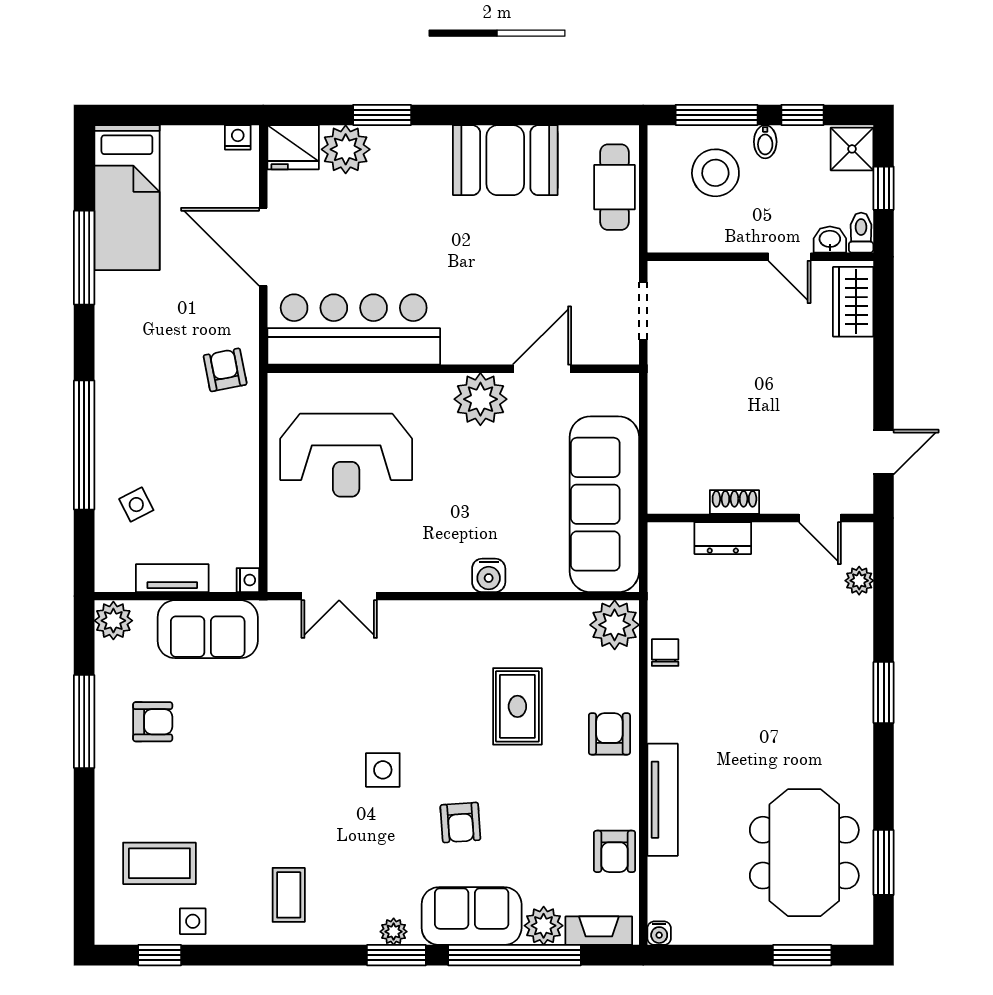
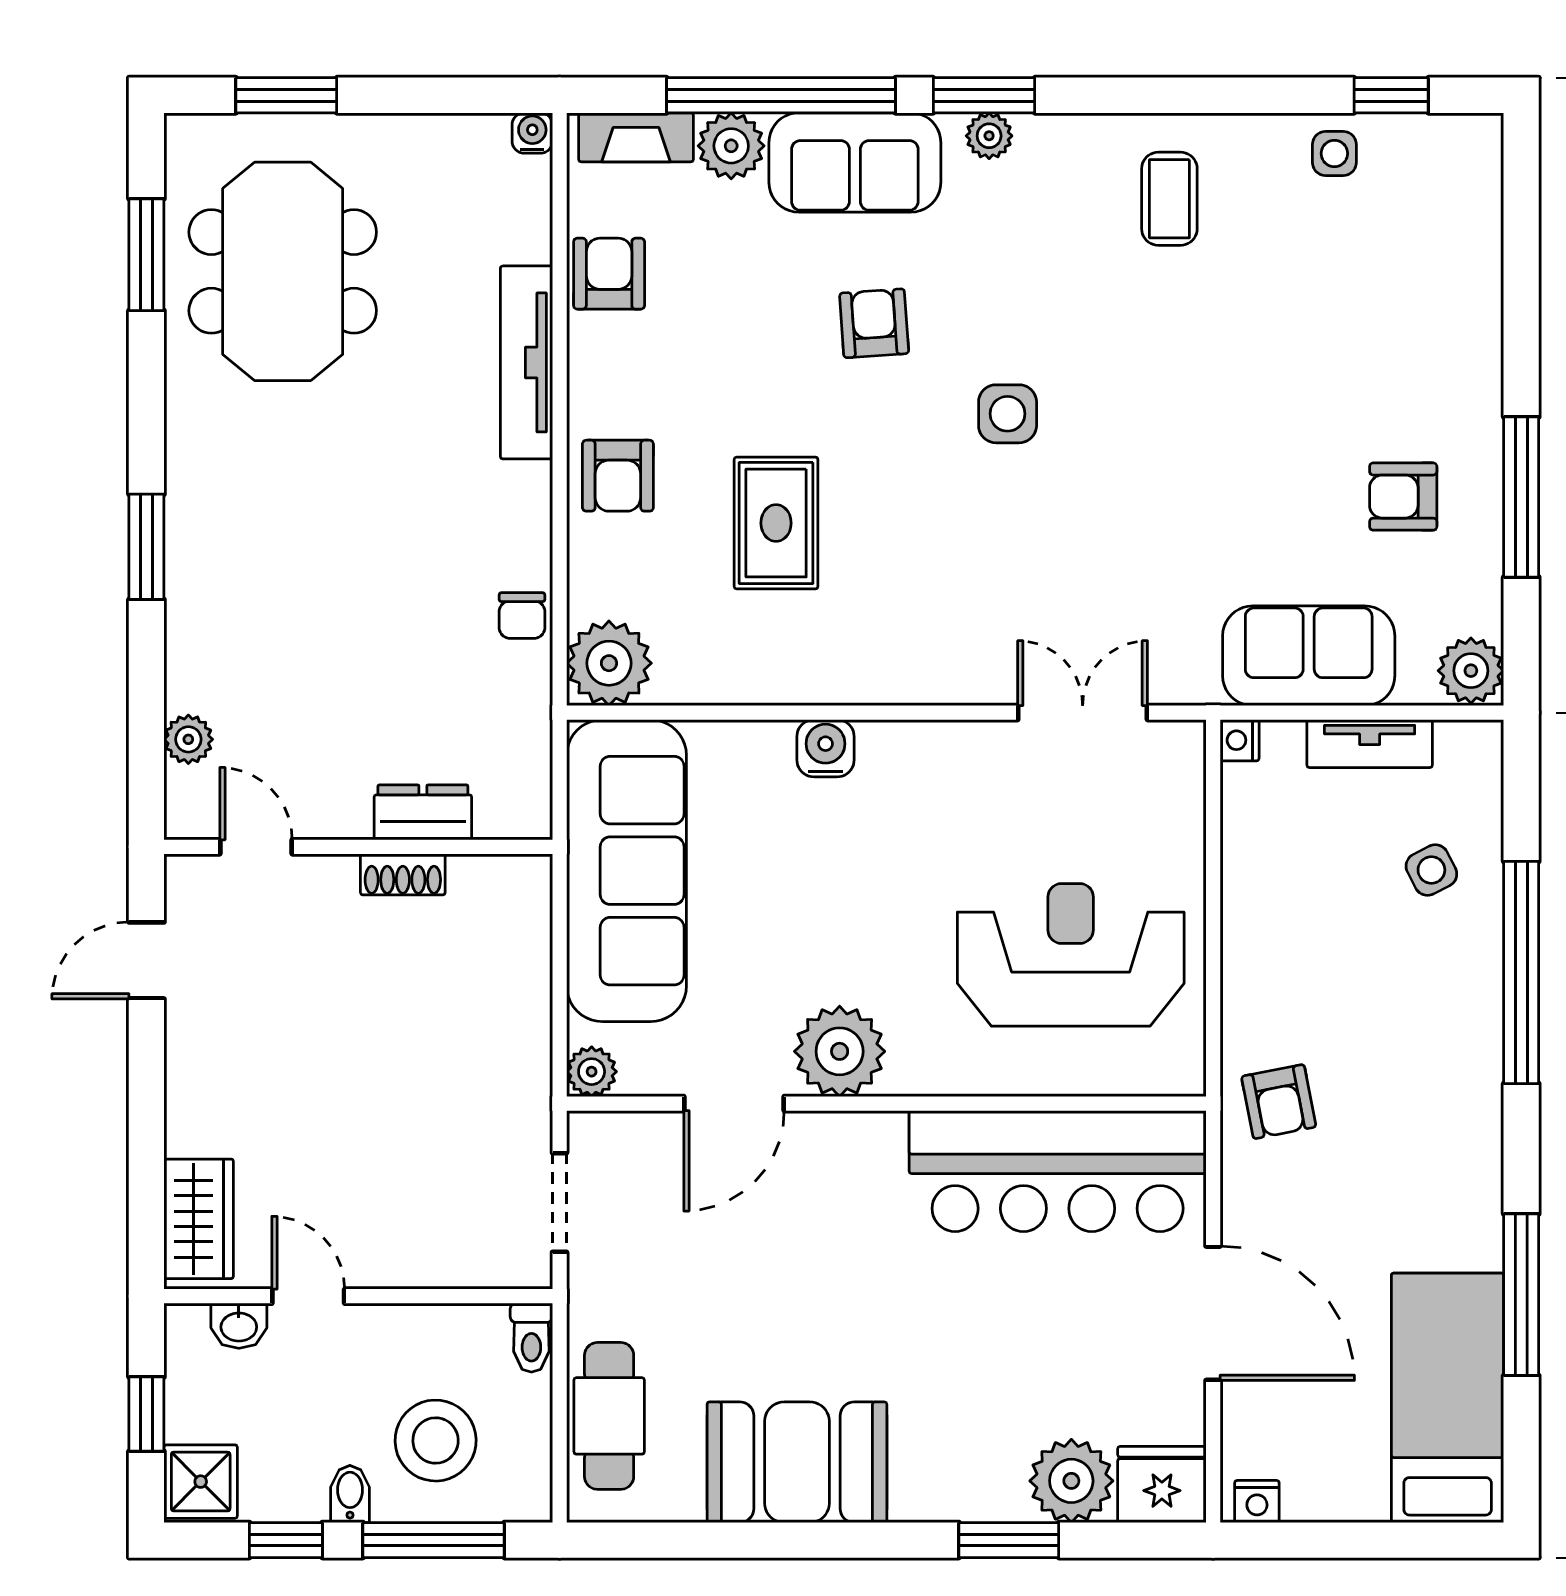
toilet: (861, 233) -> (531, 1338), moved
plant: (625, 387) -> (592, 1072), added
coffee table: (159, 863) -> (1392, 253), removed

